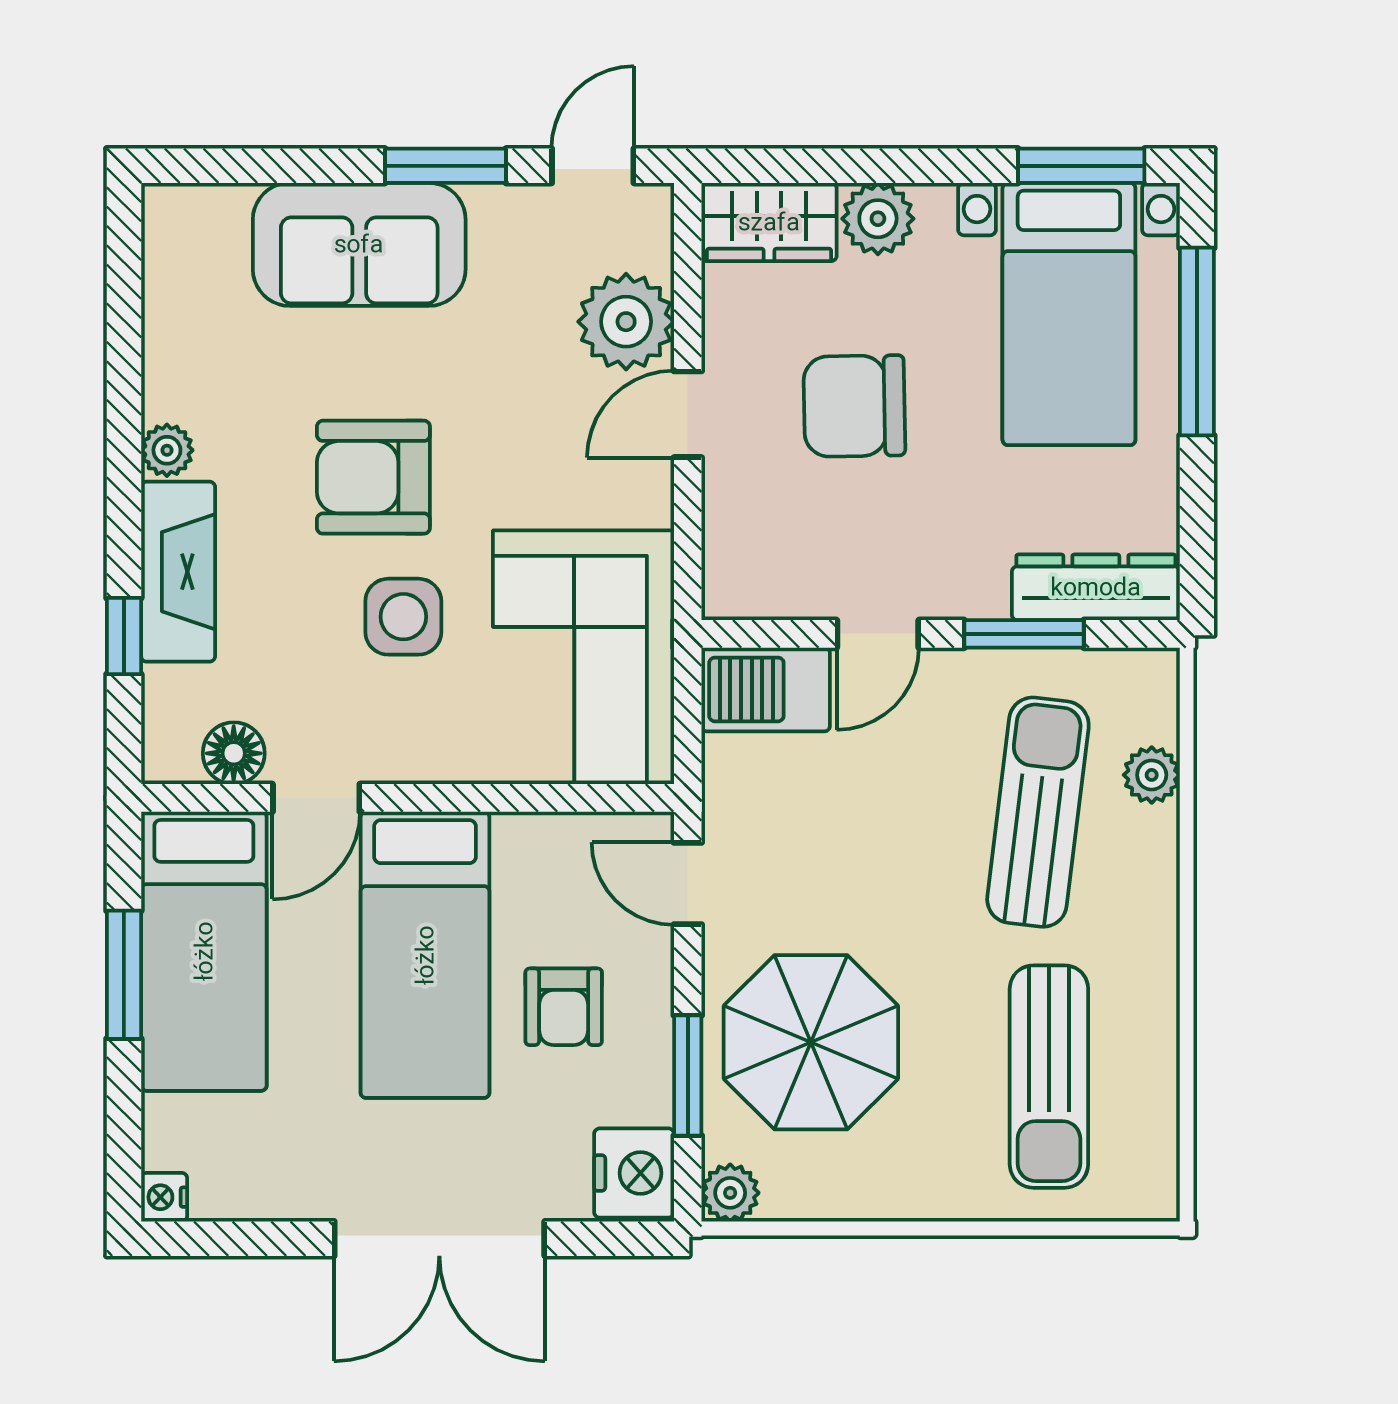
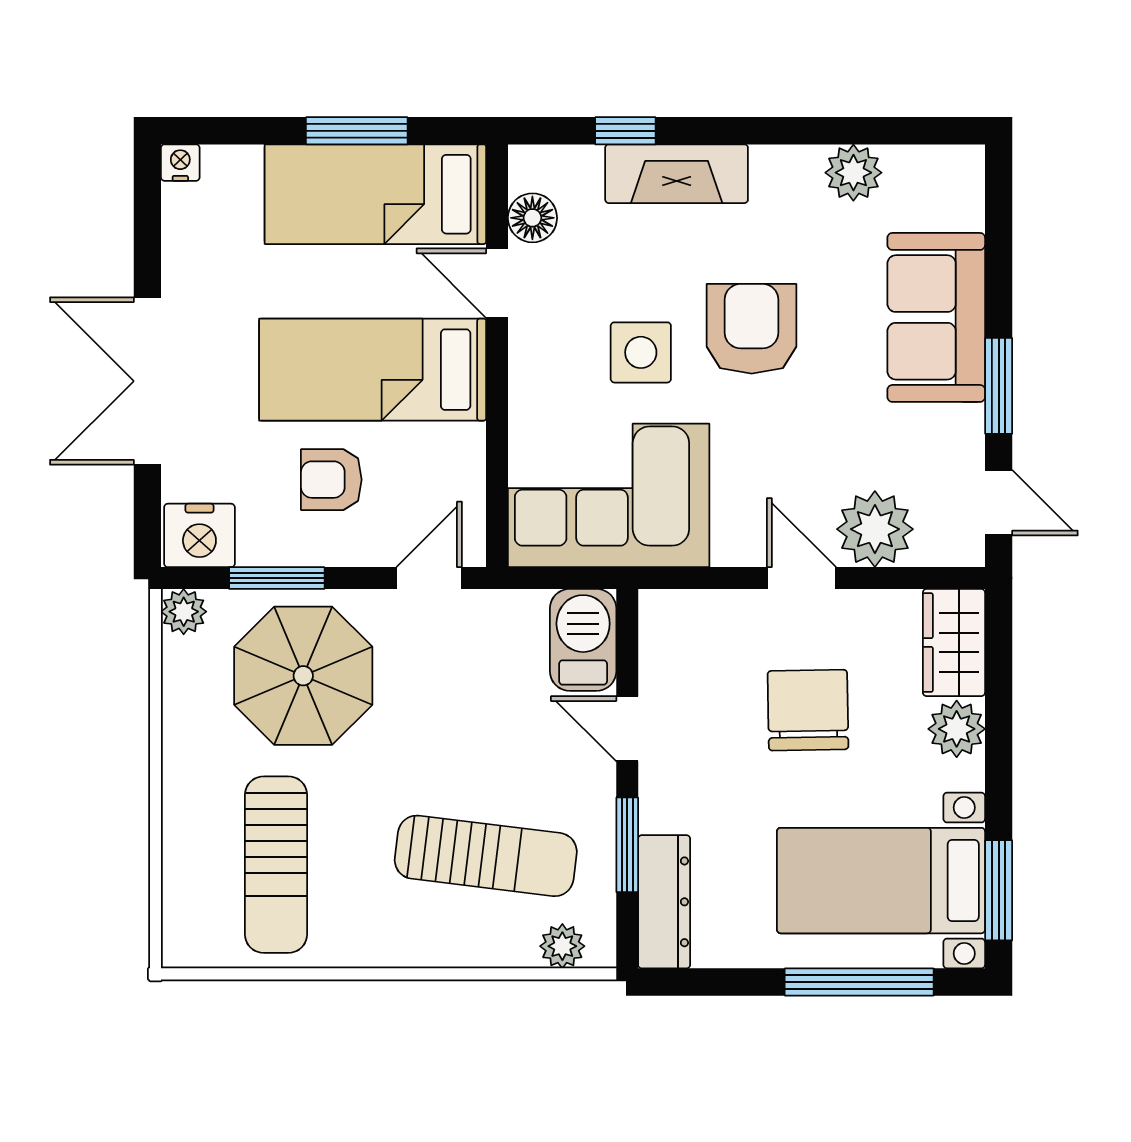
plant: (167, 450) -> (853, 173), moved, width x1.38, depth x1.38
plant: (1152, 775) -> (562, 946), moved
sun lounger: (1049, 1077) -> (276, 865), turned -90

